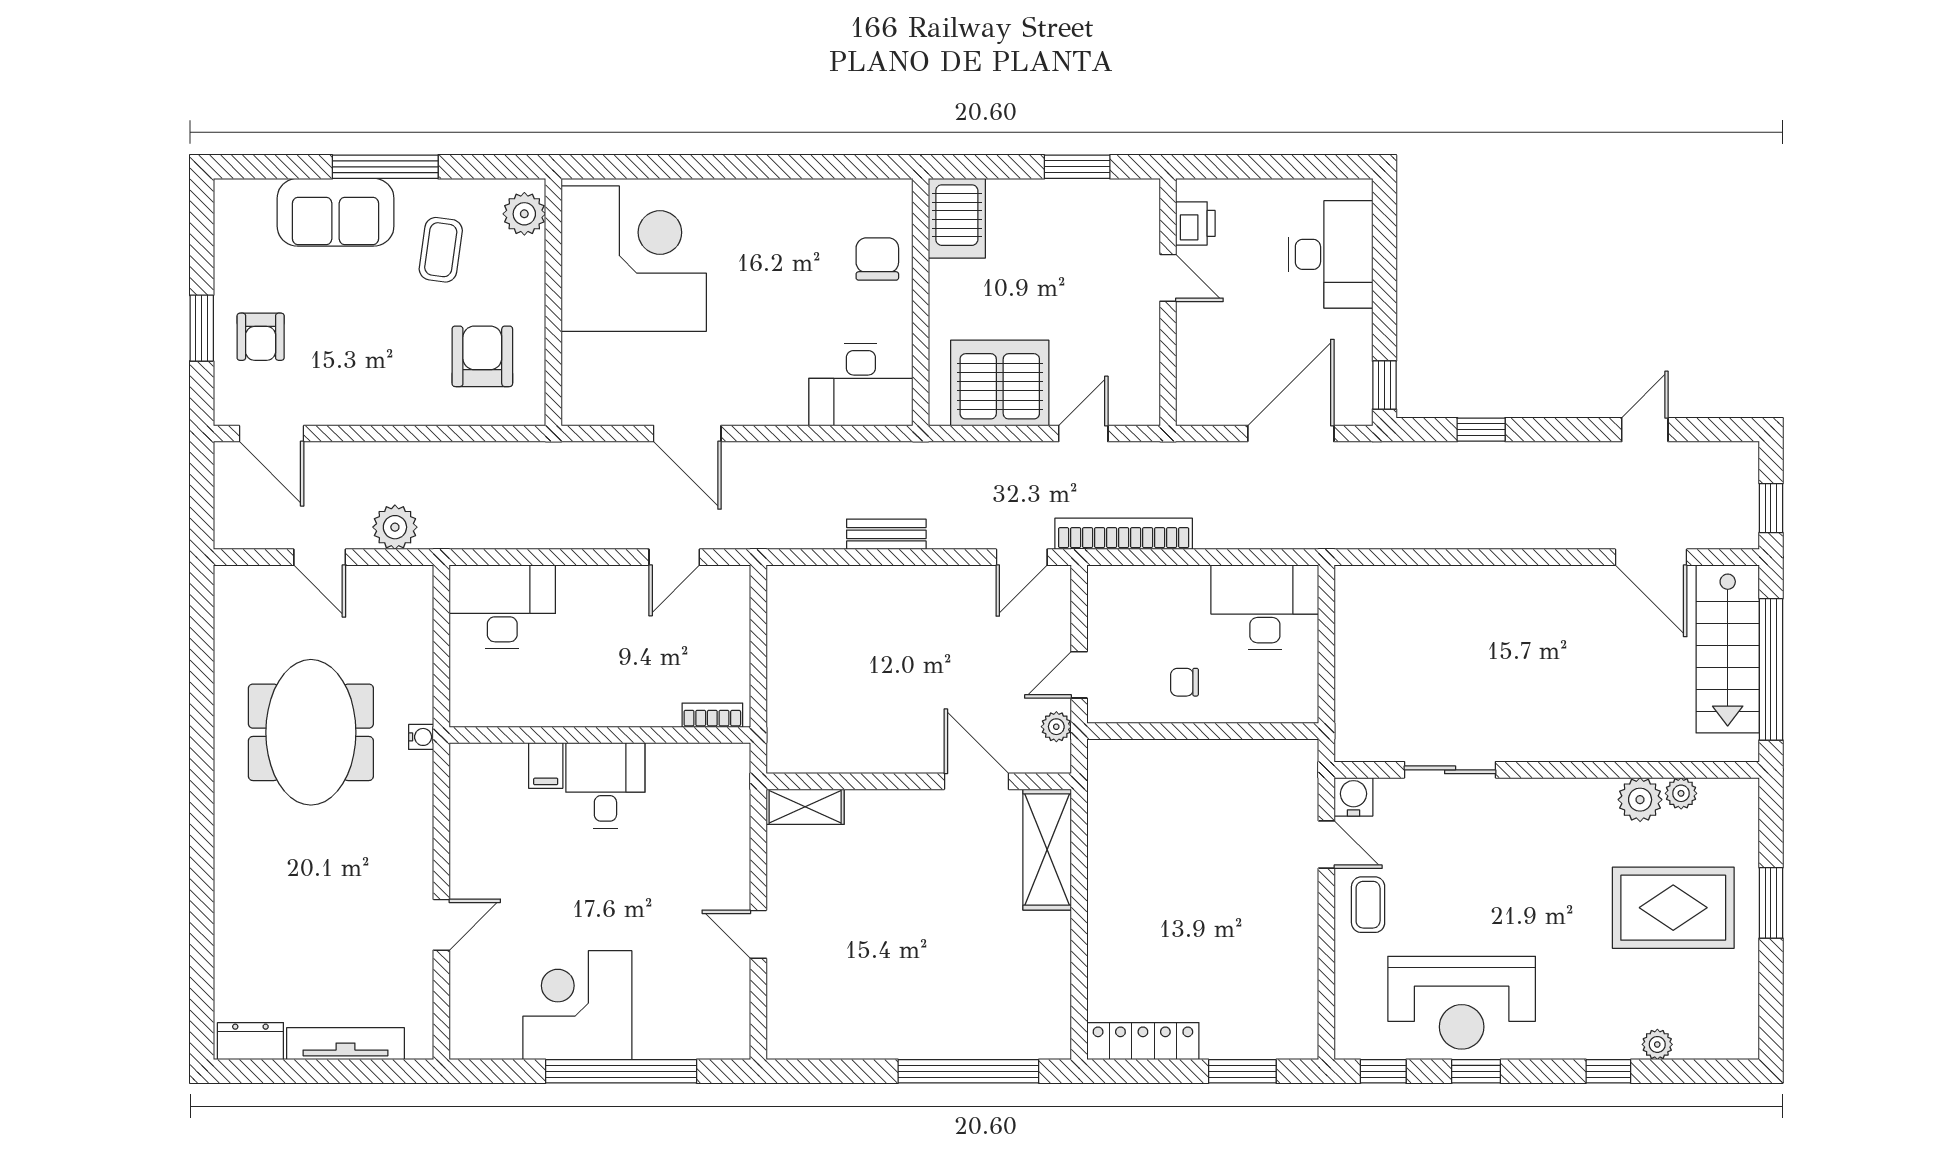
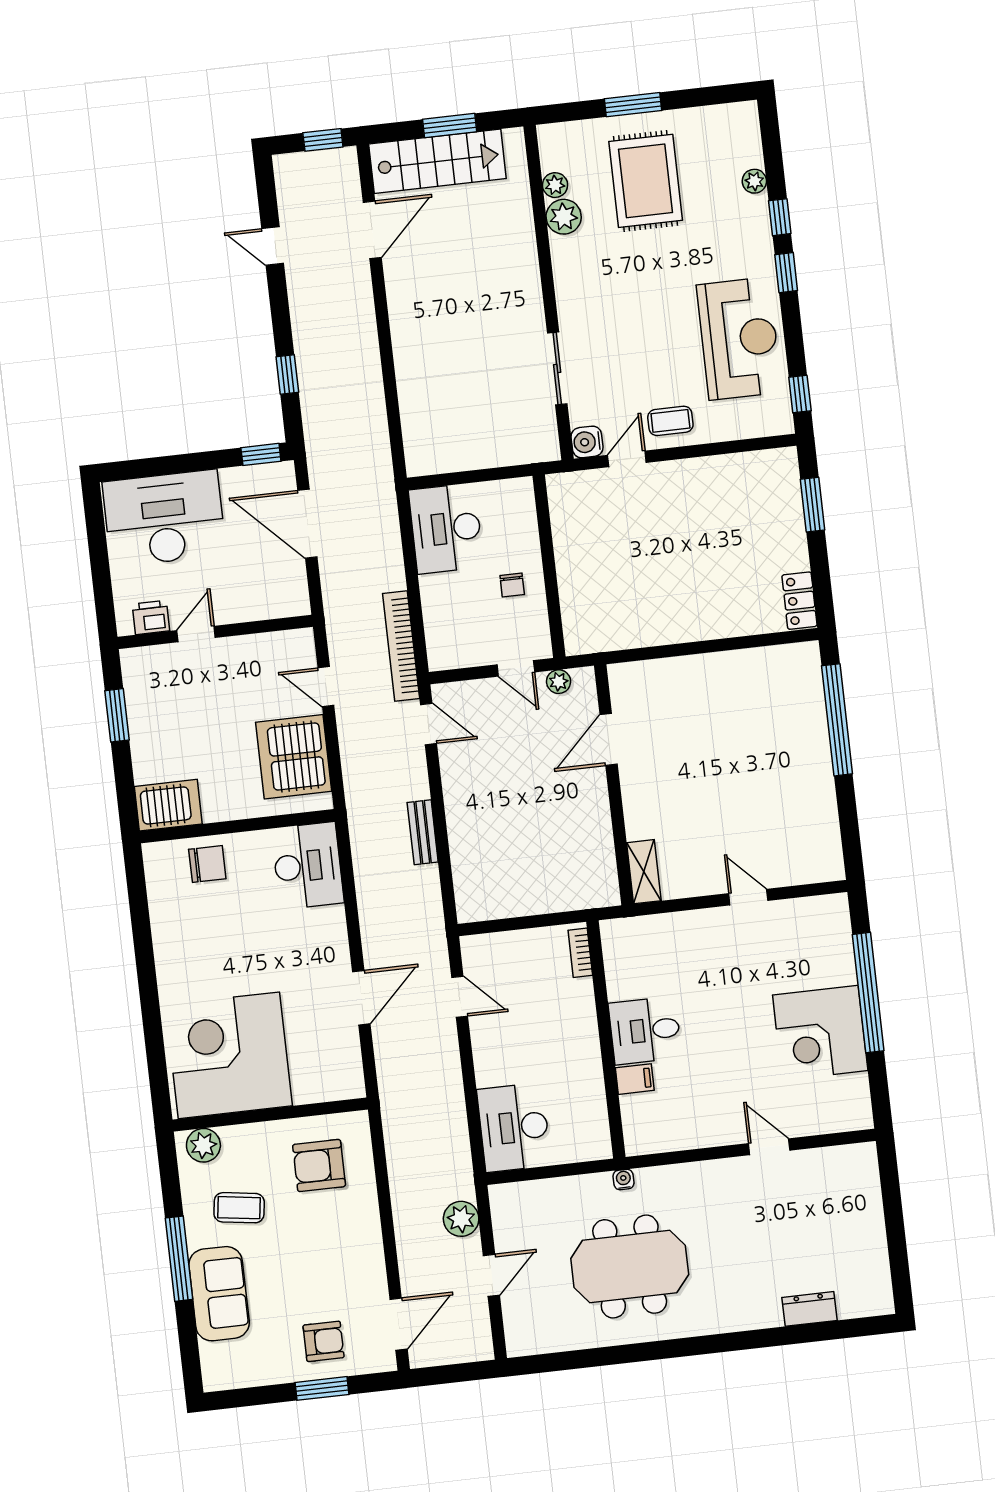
desk: (1331, 254) -> (164, 518), width x1.36, depth x1.30
chair: (877, 259) -> (207, 864), turned 180
window: (1771, 669) -> (450, 125), width x0.47
shelving: (1047, 850) -> (656, 678), removed
door: (758, 934) -> (748, 897), swing flipped
dresser: (250, 1041) -> (810, 1309), moved, turned 90
locker: (1143, 1041) -> (799, 601), width x0.66
tv unit: (345, 1044) -> (871, 1211), removed
window: (1476, 1071) -> (786, 273), moved

